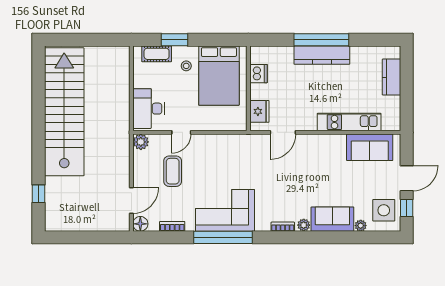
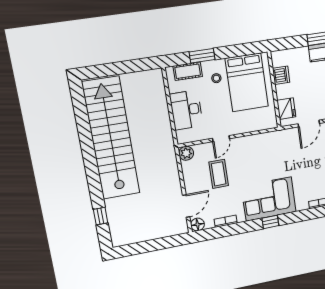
desk: (149, 109) -> (186, 110), moved
window: (223, 237) -> (270, 222), width x0.32

